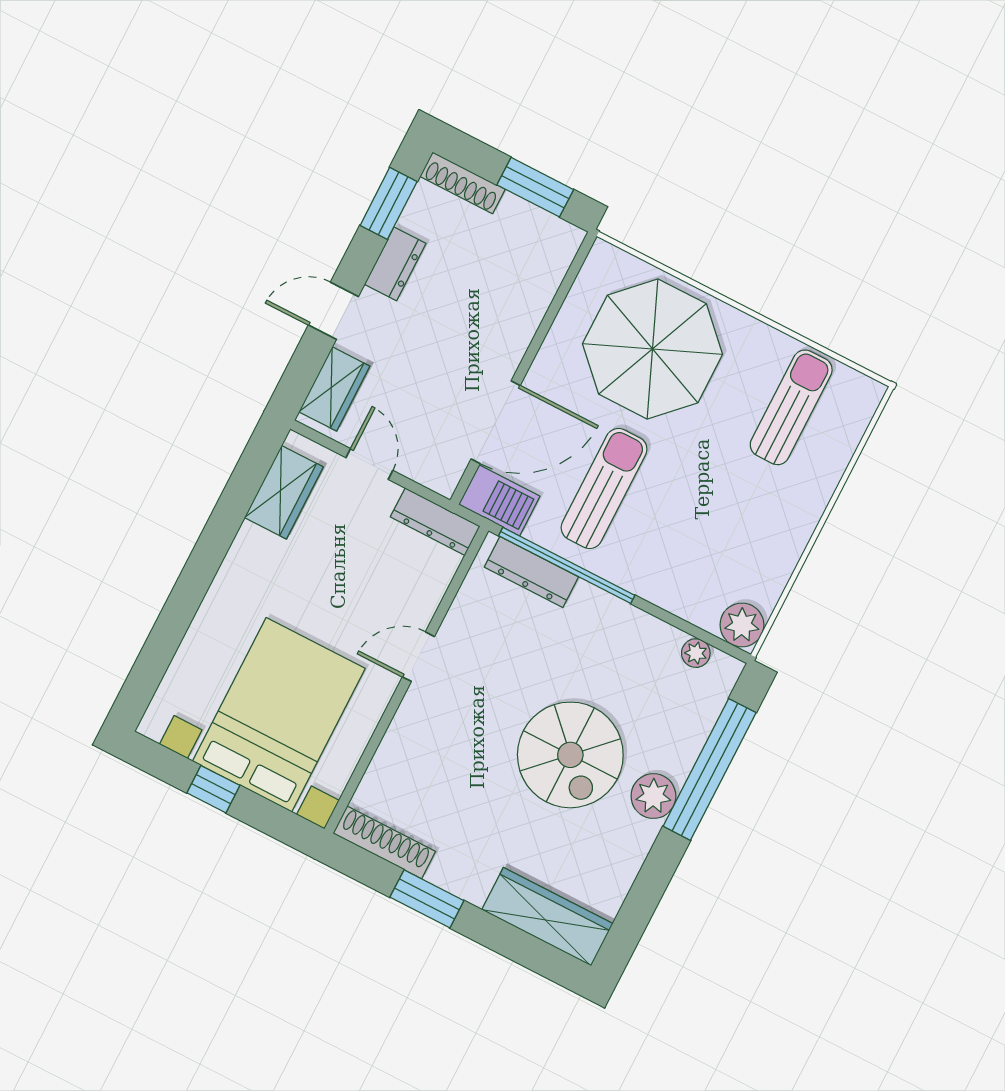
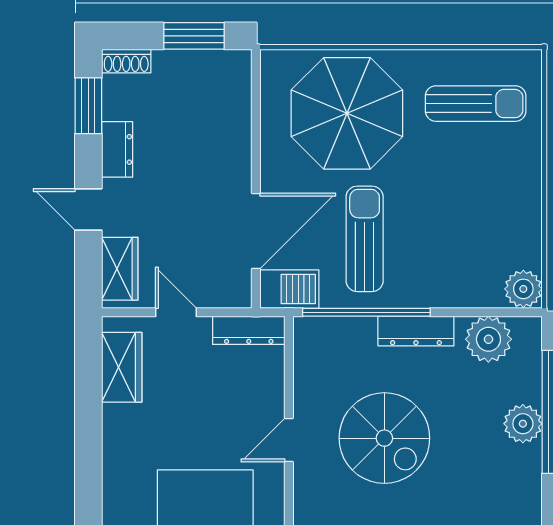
shoe rack: (463, 183) -> (126, 61), width x0.70
door: (333, 311) -> (88, 209), hinge flipped
sun lounger: (791, 407) -> (476, 104), turned 90
dresser: (531, 572) -> (416, 331), moved
plant: (696, 653) -> (488, 339), width x1.87, depth x1.87
spiral stairs: (570, 755) -> (384, 438), moved
plant: (653, 796) -> (523, 424), moved

